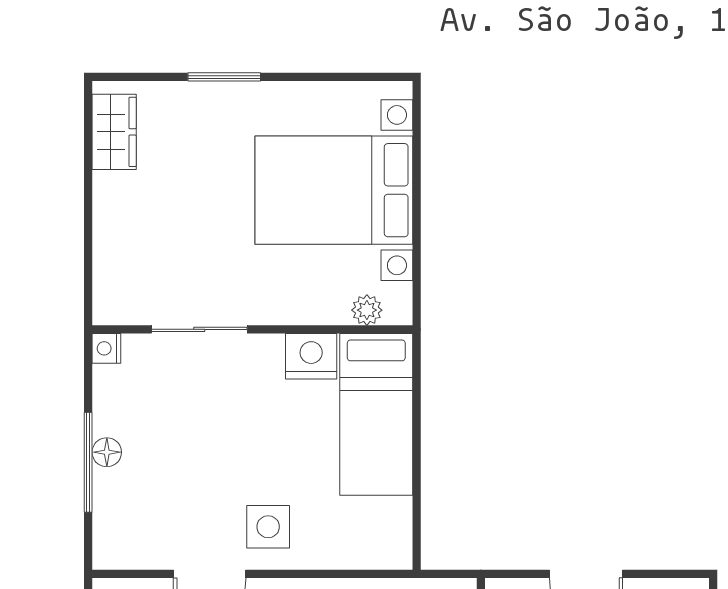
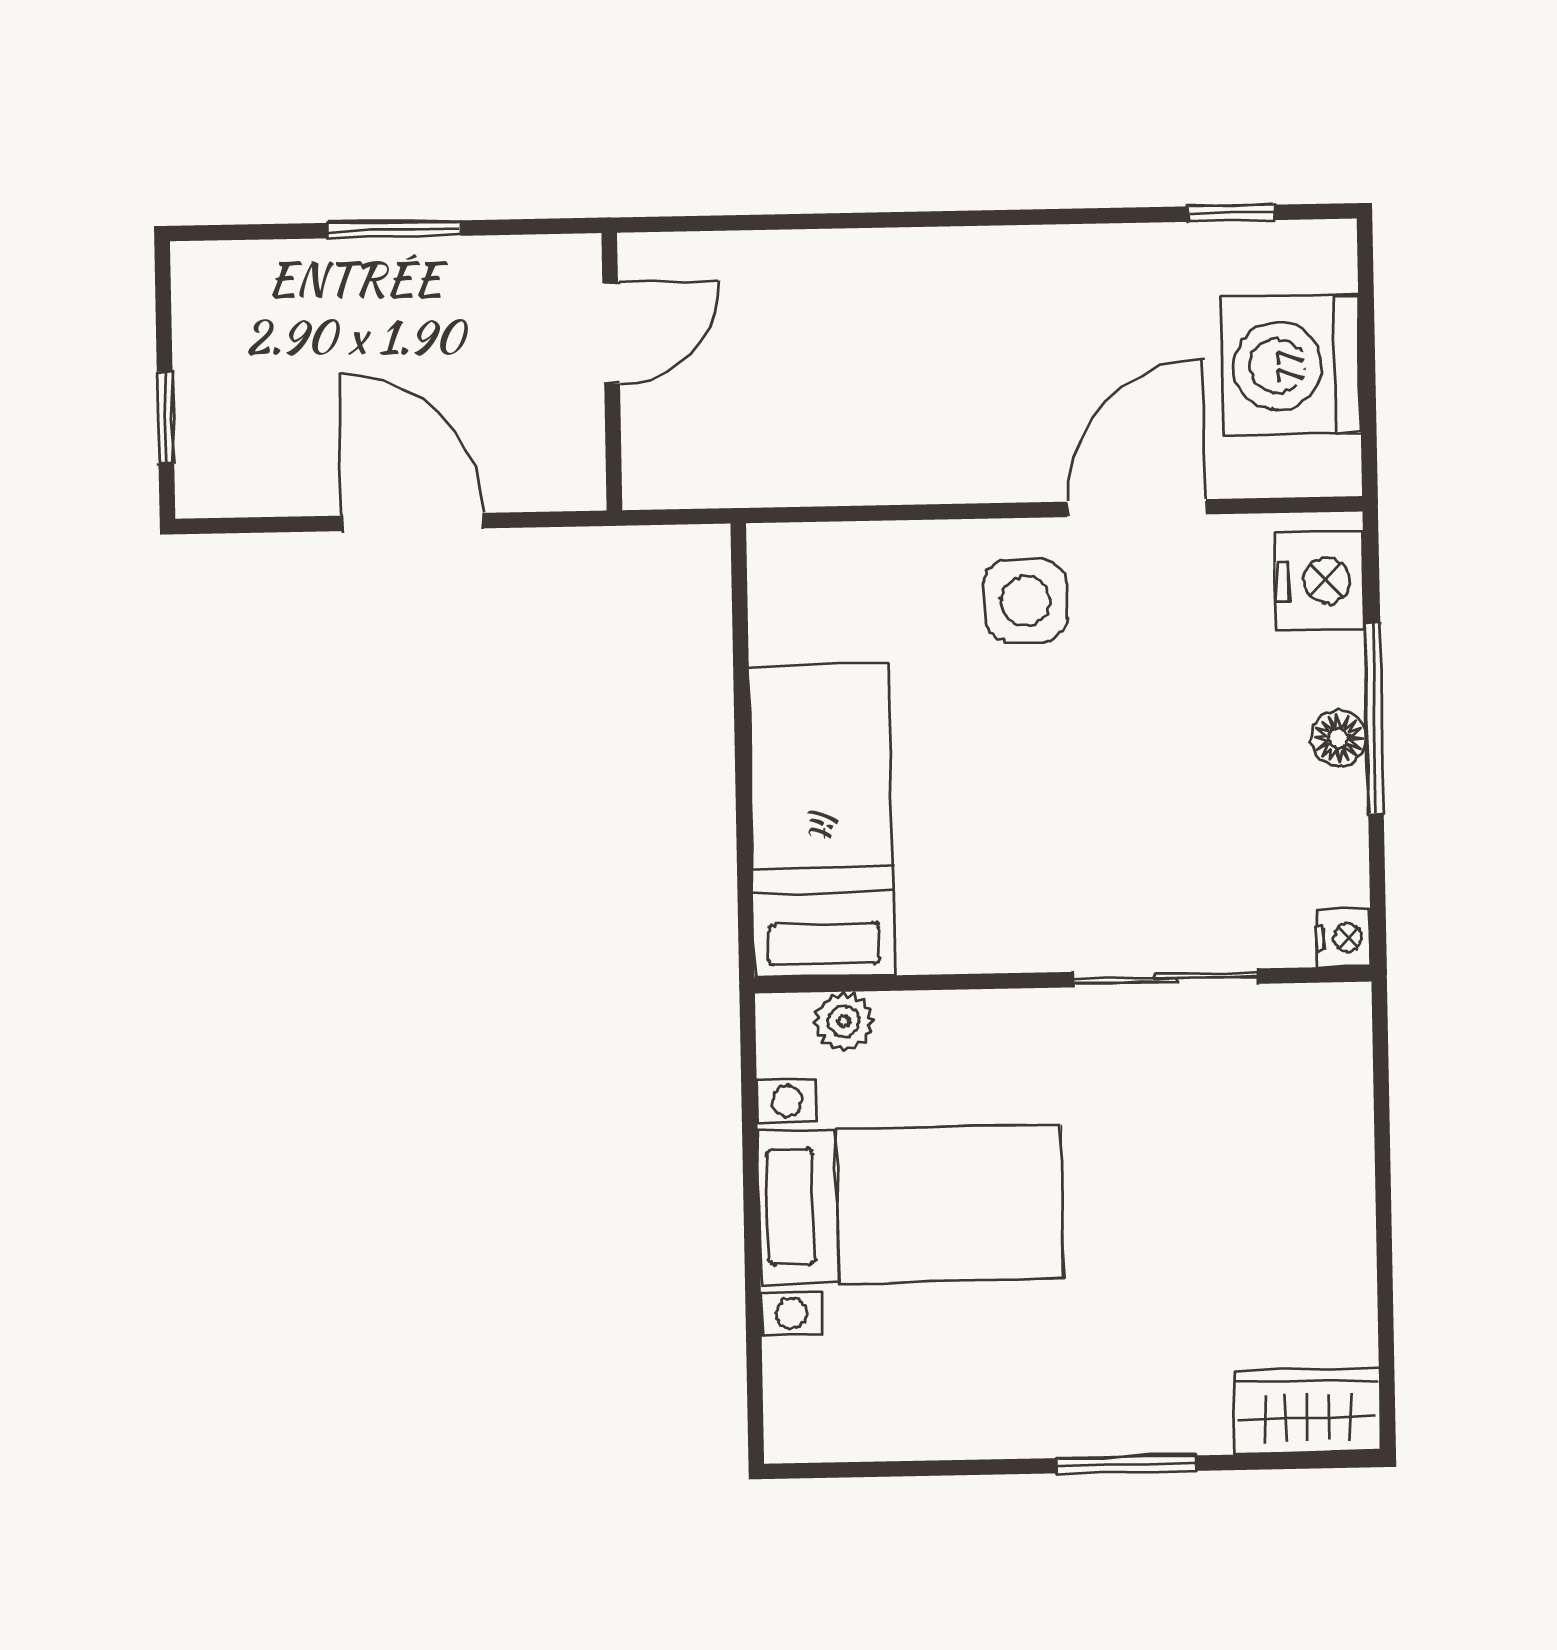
wardrobe: (114, 132) -> (1307, 1411), moved, turned 90
bed with nightstands: (334, 190) -> (911, 1205), width x0.73
nightstand: (311, 356) -> (1320, 581), moved, turned -90

